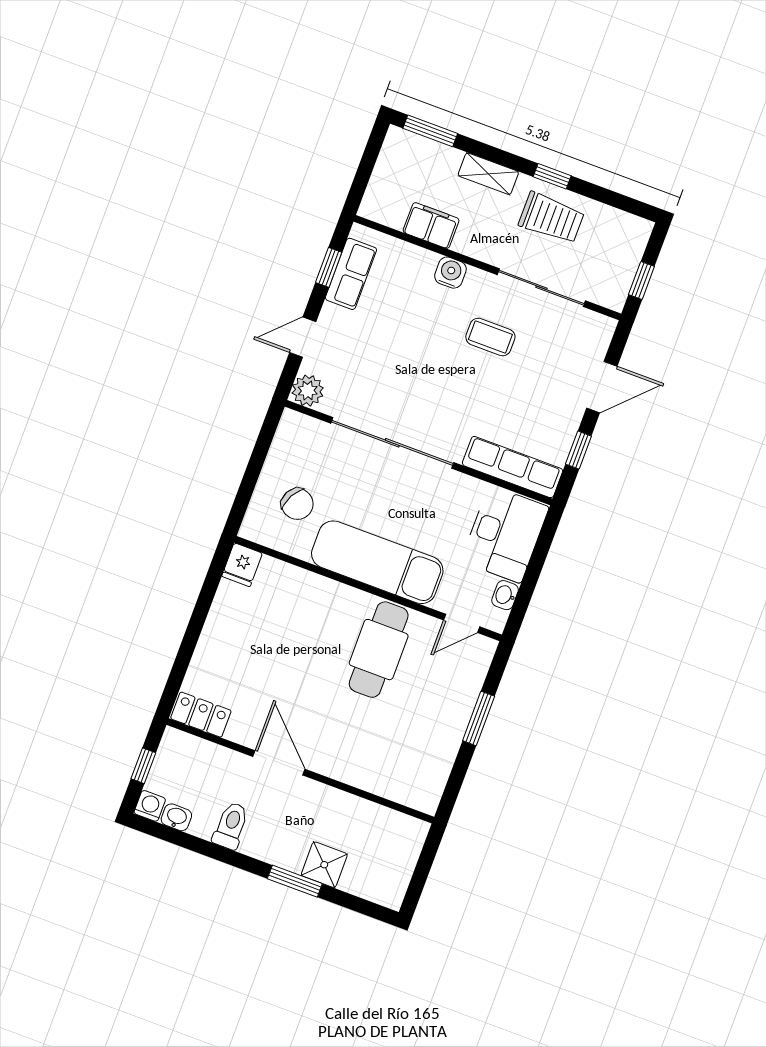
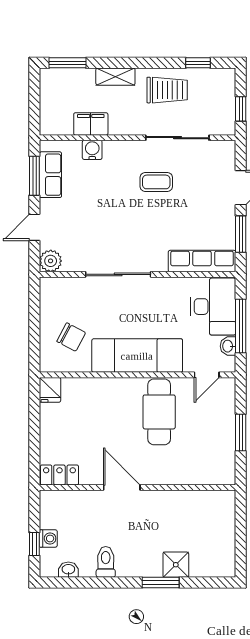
window: (552, 176) -> (198, 63), moved
window: (329, 267) -> (34, 176), width x1.50
water cooler: (450, 273) -> (92, 150), moved
sliding door: (392, 443) -> (118, 274), width x0.73
window: (578, 450) -> (241, 234), width x1.50
window: (532, 574) -> (241, 326), added
locker: (201, 715) -> (59, 475), moved
door: (279, 763) -> (122, 487), moved
wall: (300, 771) -> (138, 487), moved
washing machine: (150, 806) -> (48, 538), moved, turned 90

